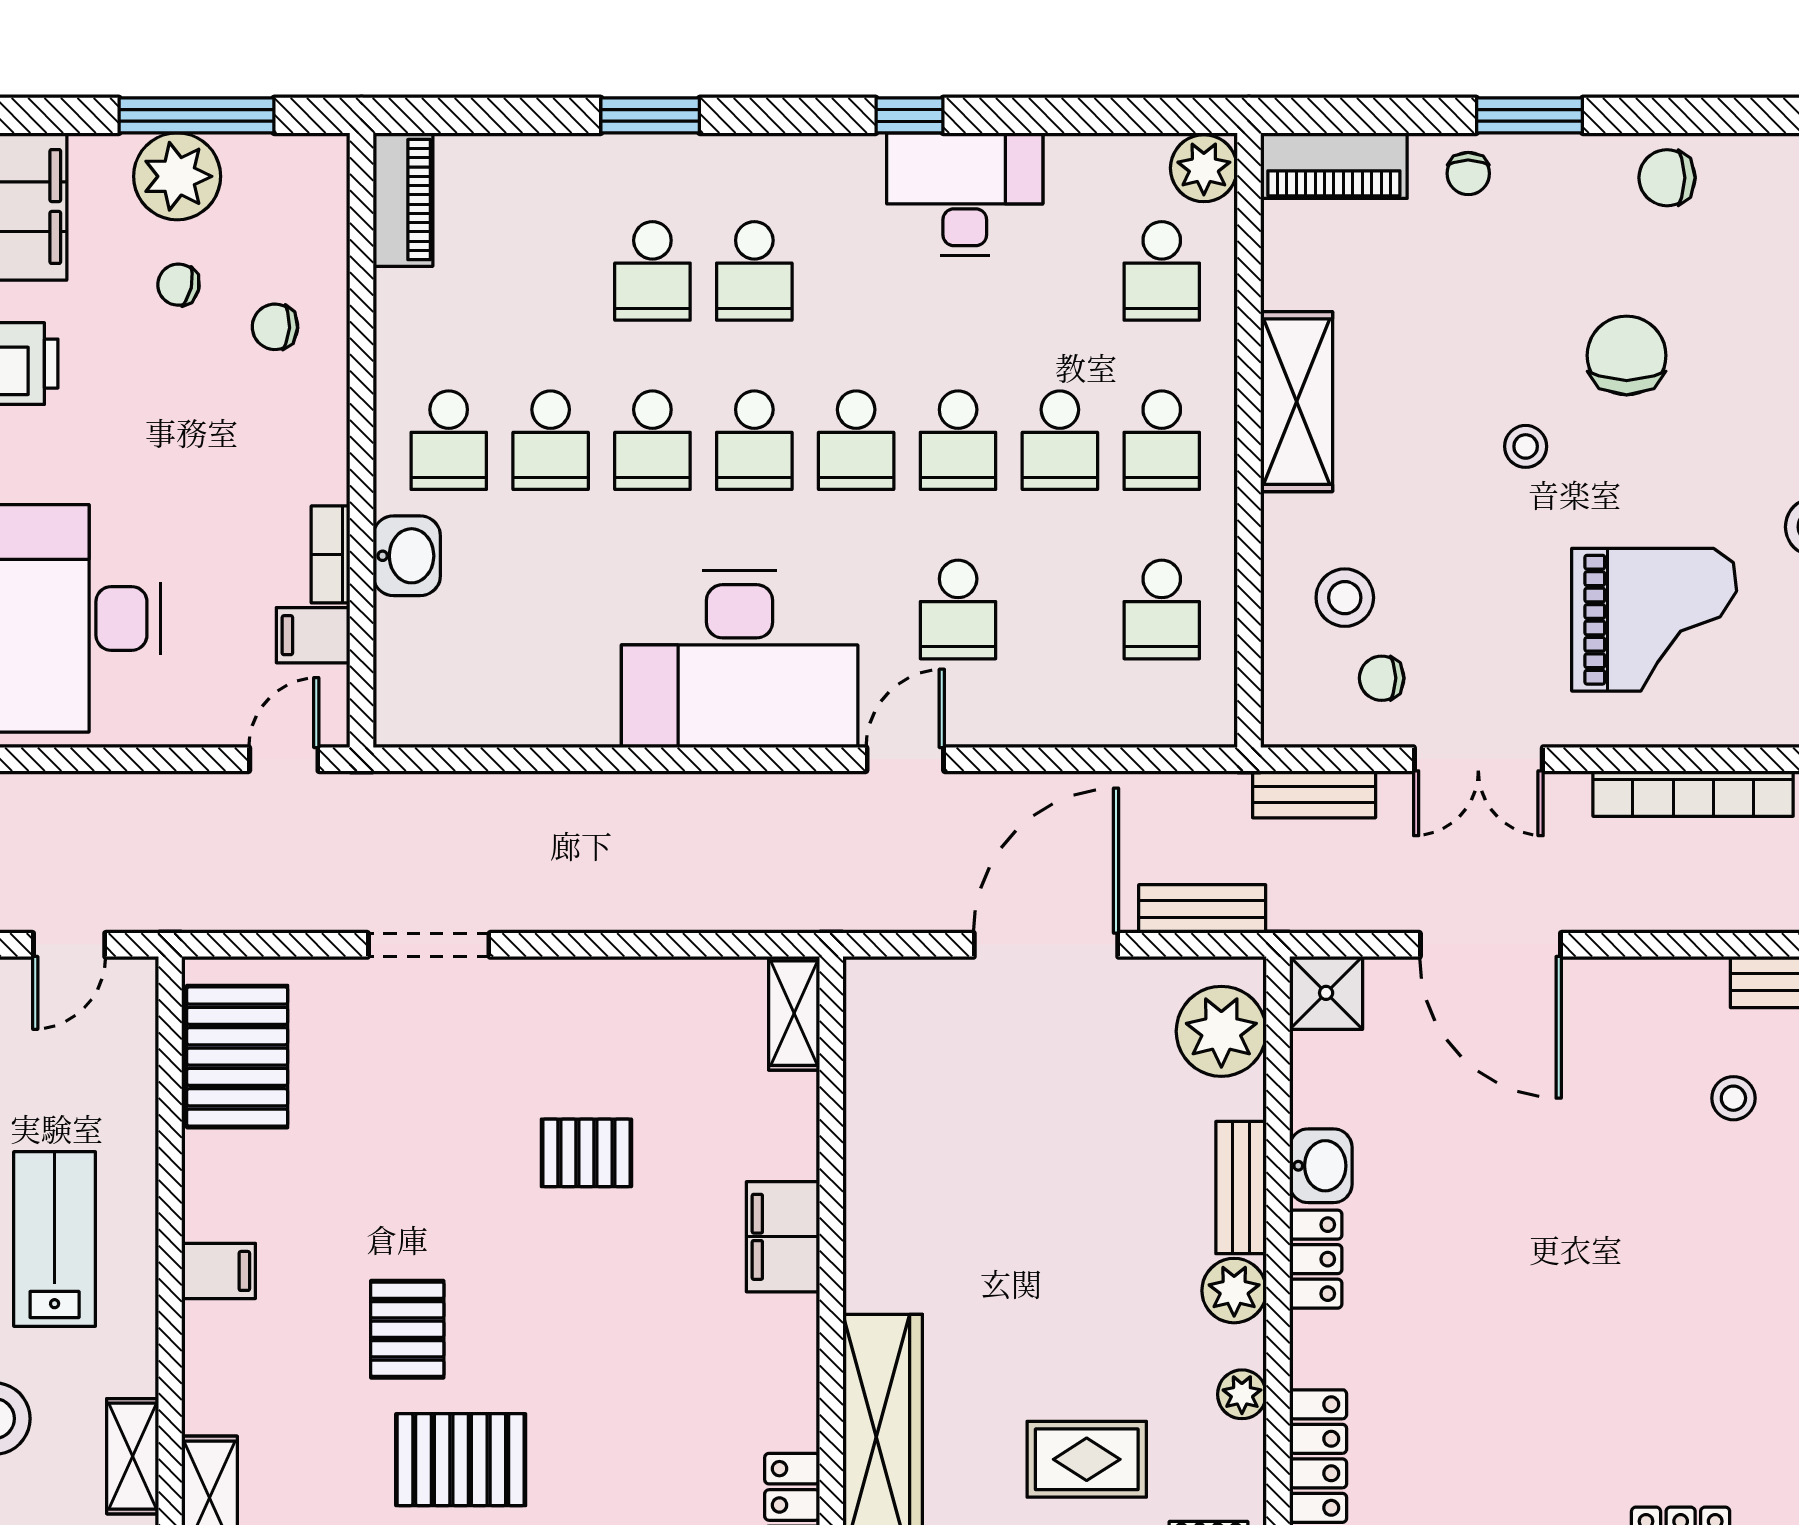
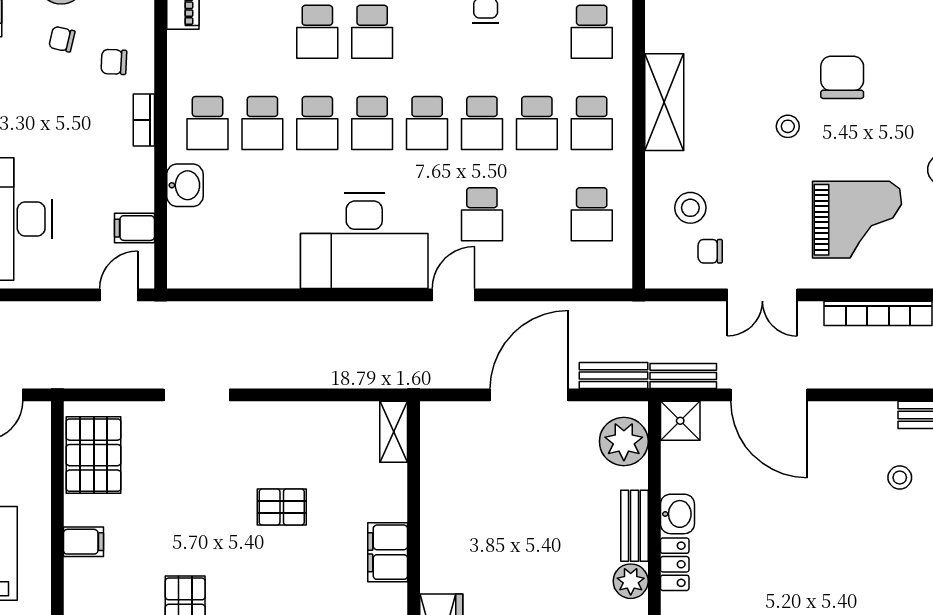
bookcase: (331, 554) -> (144, 120), moved
bench: (1314, 794) -> (683, 376), moved
filing cabinet: (219, 1271) -> (83, 542), moved

